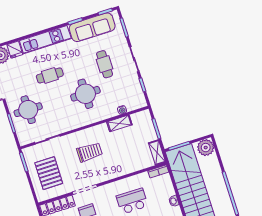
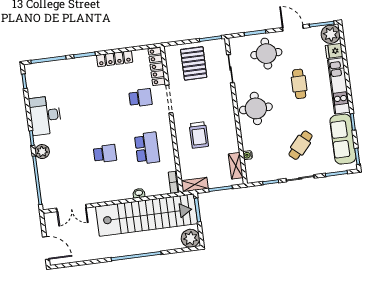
cafe table: (105, 64) -> (301, 145), turned -49
round table: (85, 94) -> (256, 108), moved
shelving: (119, 123) -> (236, 166), moved
trolley: (90, 152) -> (199, 135), moved
pallet: (49, 173) -> (194, 63), turned 90

